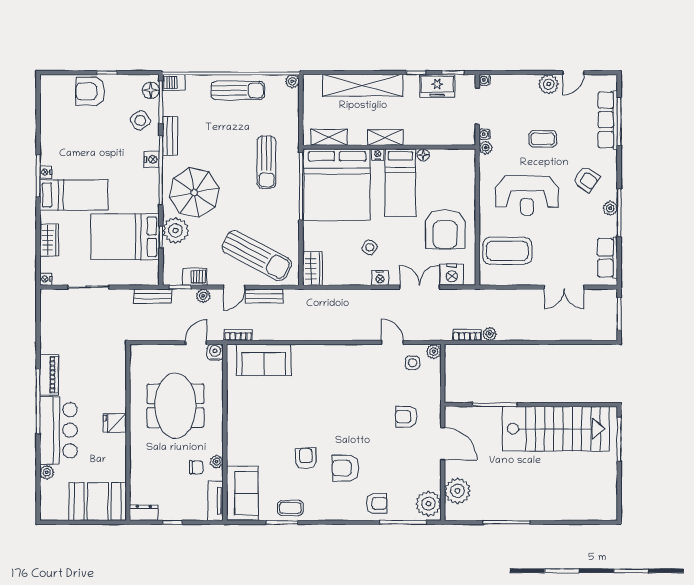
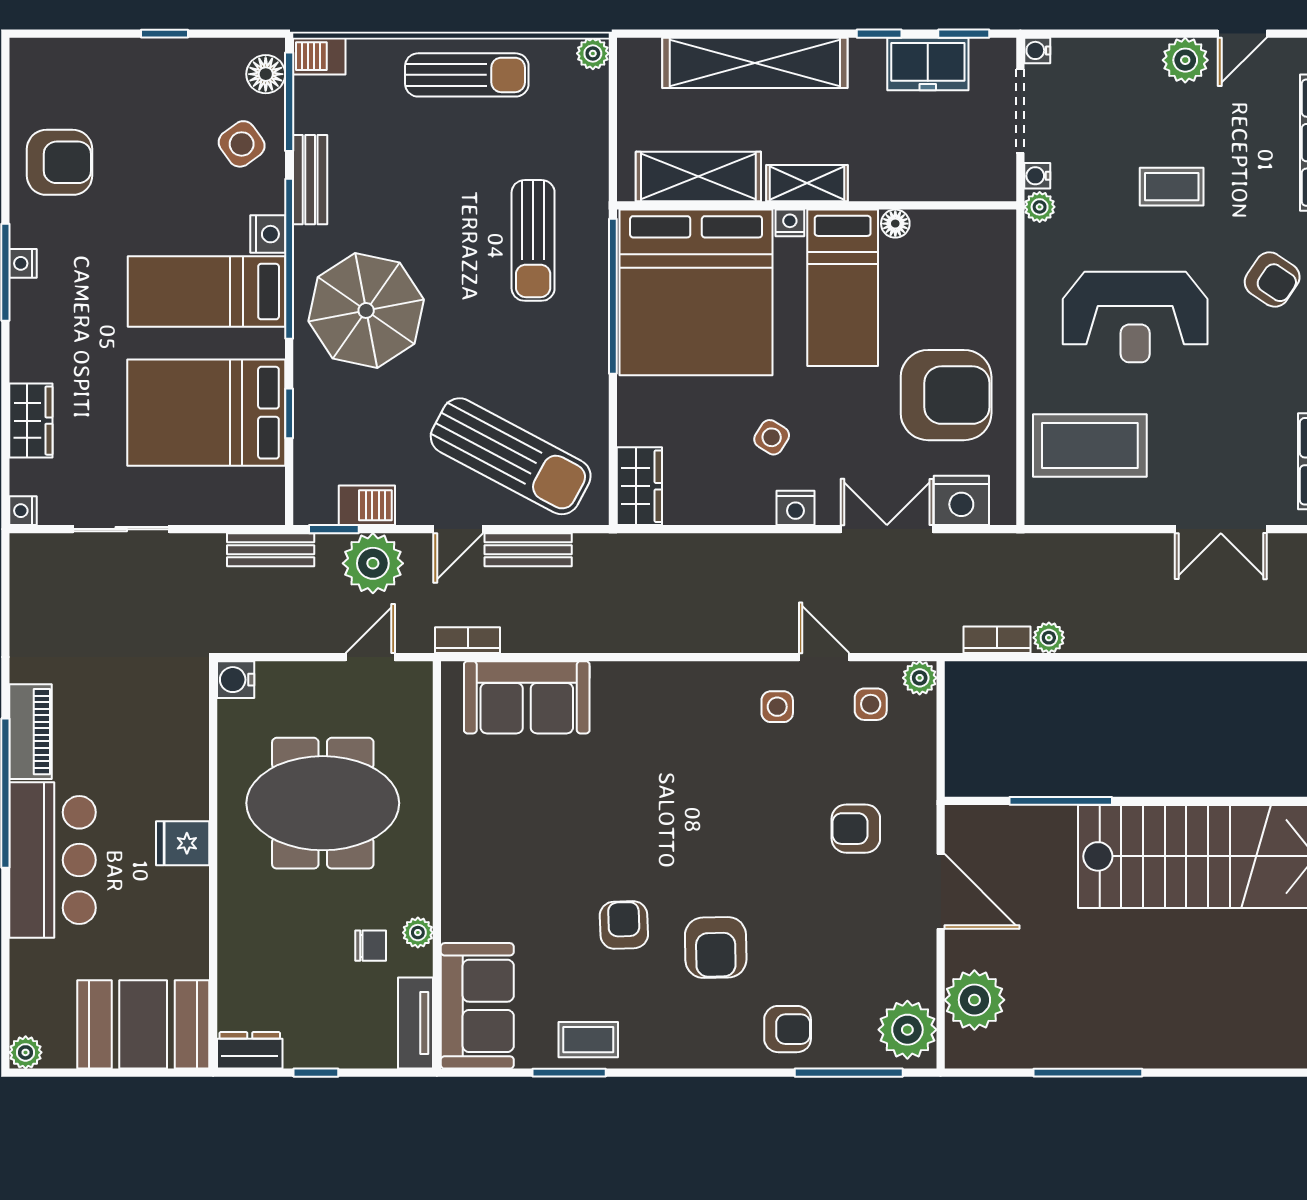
armchair: (90, 91) -> (60, 162), moved, turned 180
shelving: (329, 137) -> (698, 176), width x1.50, depth x1.33
bed: (74, 195) -> (206, 292), moved, turned 180
armchair: (445, 229) -> (946, 395), turned -90
plant: (176, 230) -> (323, 398), removed
plant: (203, 296) -> (373, 563), width x1.87, depth x1.87
water cooler: (215, 352) -> (236, 680), moved, turned -90
side table: (372, 364) -> (777, 707), added
meeting table: (175, 406) -> (323, 803), turned 90
armchair: (345, 468) -> (716, 947), turned -91
plant: (47, 472) -> (26, 1052), moved

